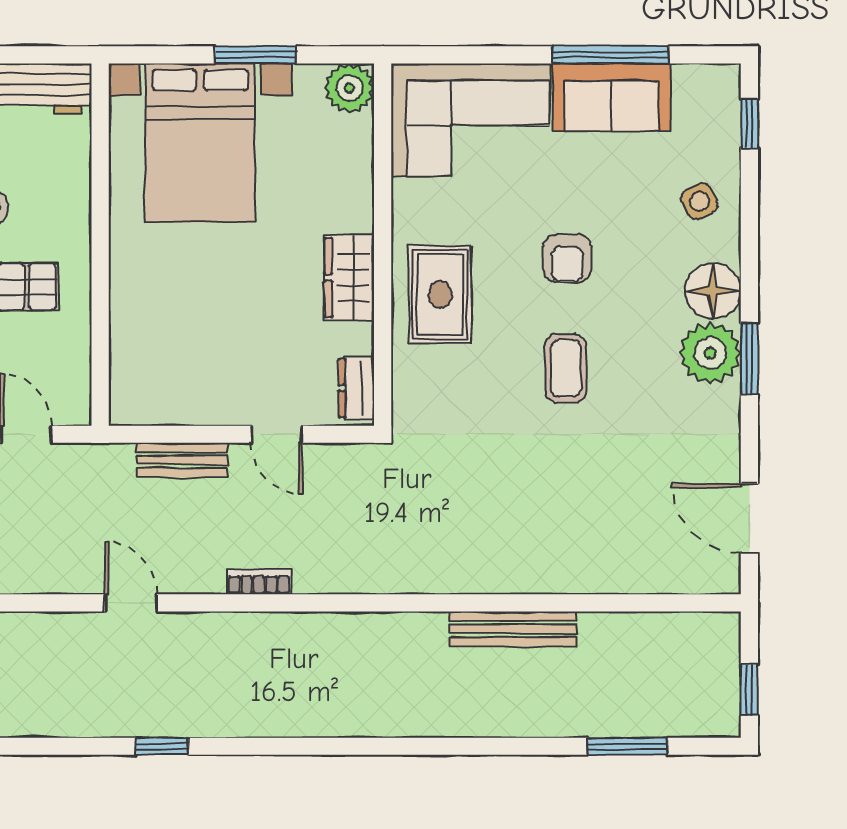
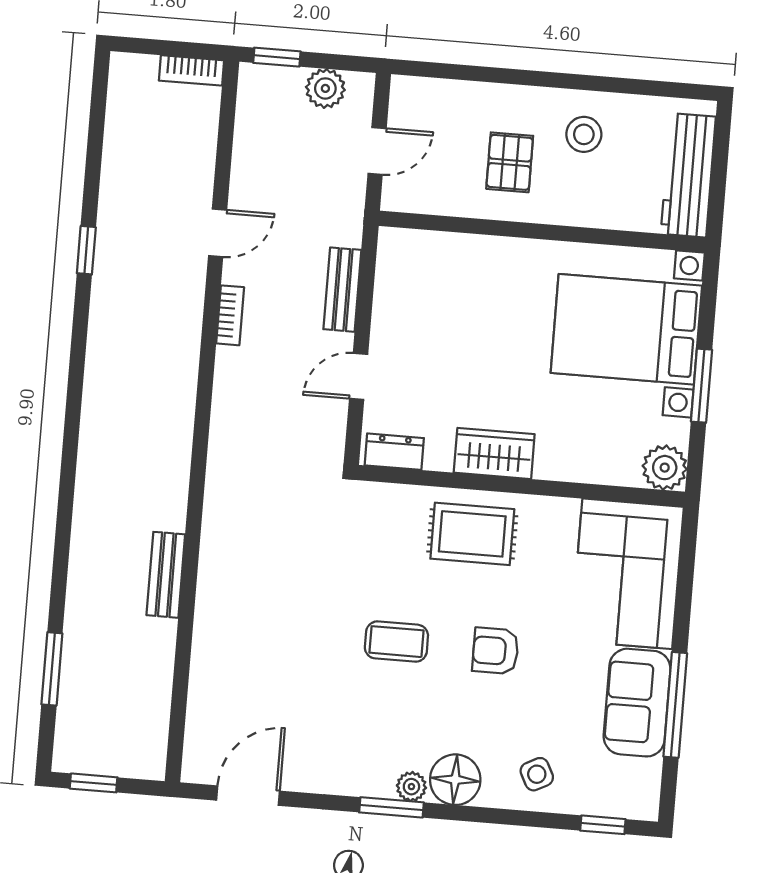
plant: (710, 353) -> (411, 787), width x0.53, depth x0.53
bookcase: (259, 582) -> (230, 315), moved
bench: (513, 629) -> (166, 575), width x0.73

